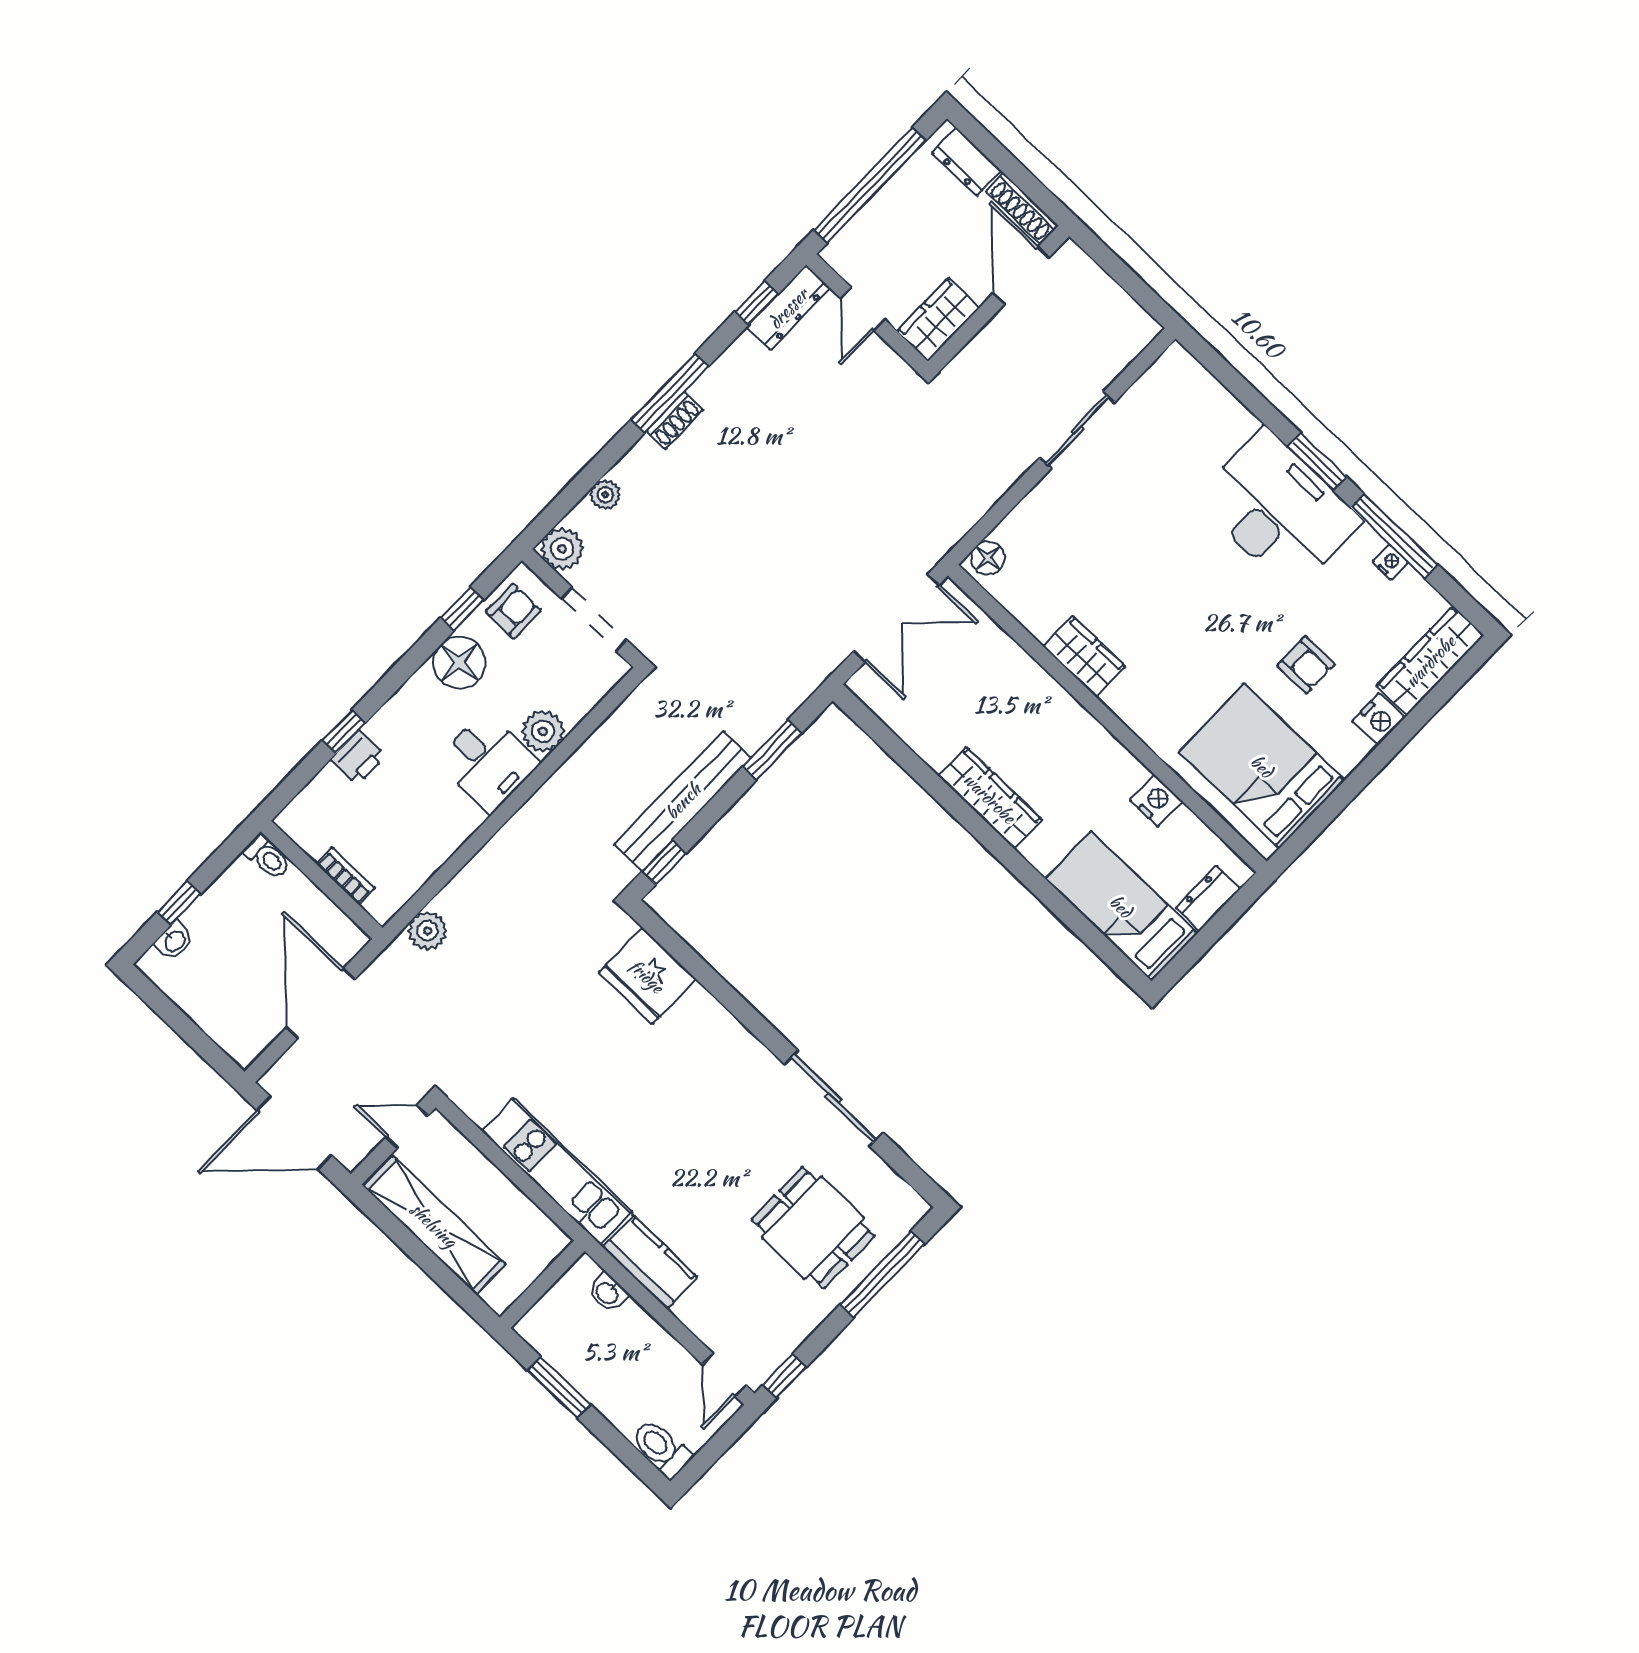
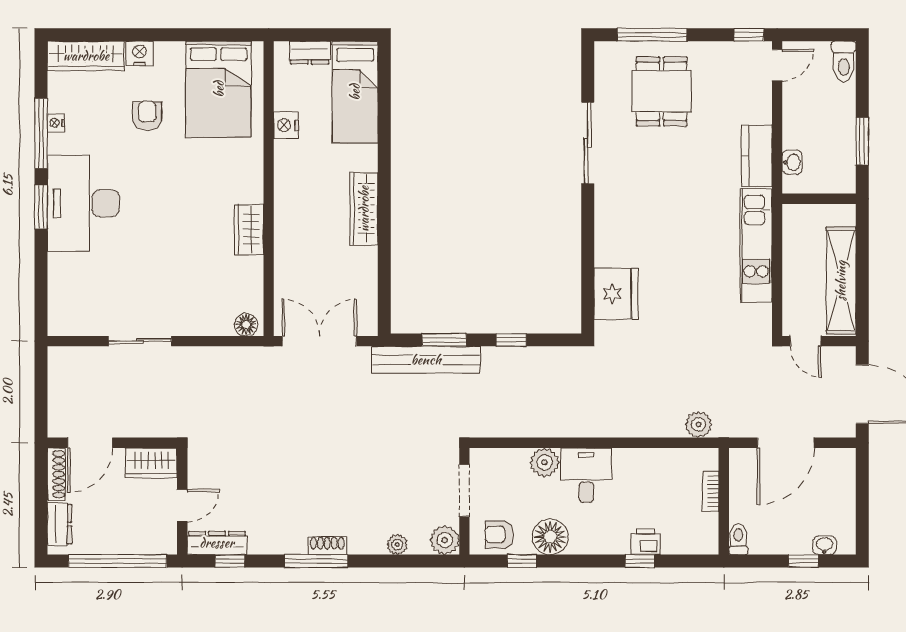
bench: (683, 801) -> (426, 360), moved
window: (664, 862) -> (511, 340), moved

